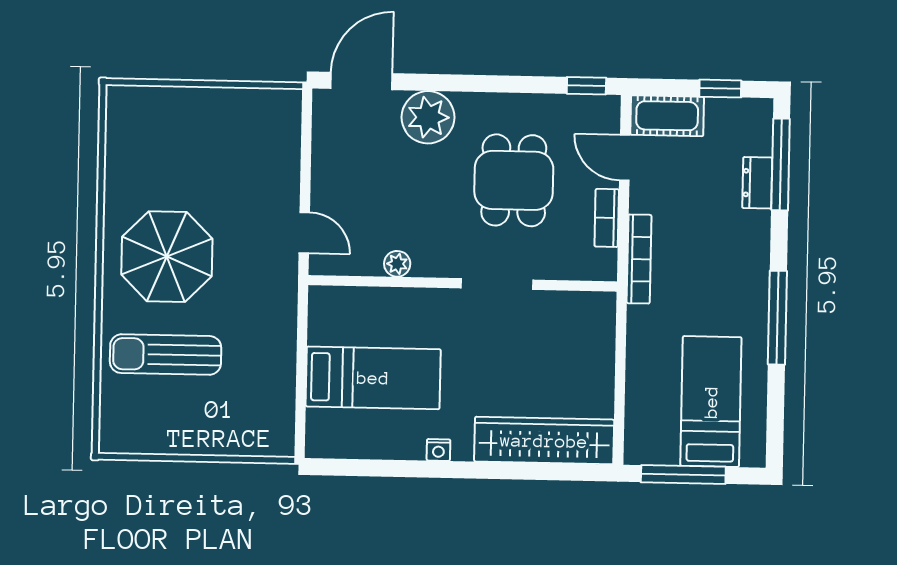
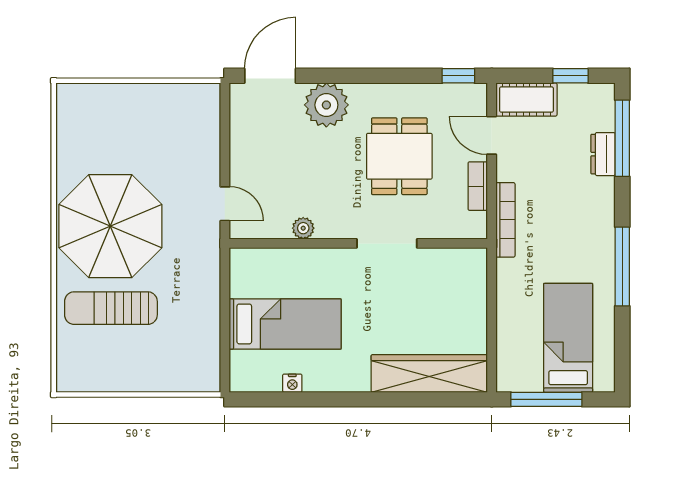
parasol: (167, 257) -> (110, 226), width x1.36, depth x1.36
nightstand: (438, 450) -> (292, 383), moved

